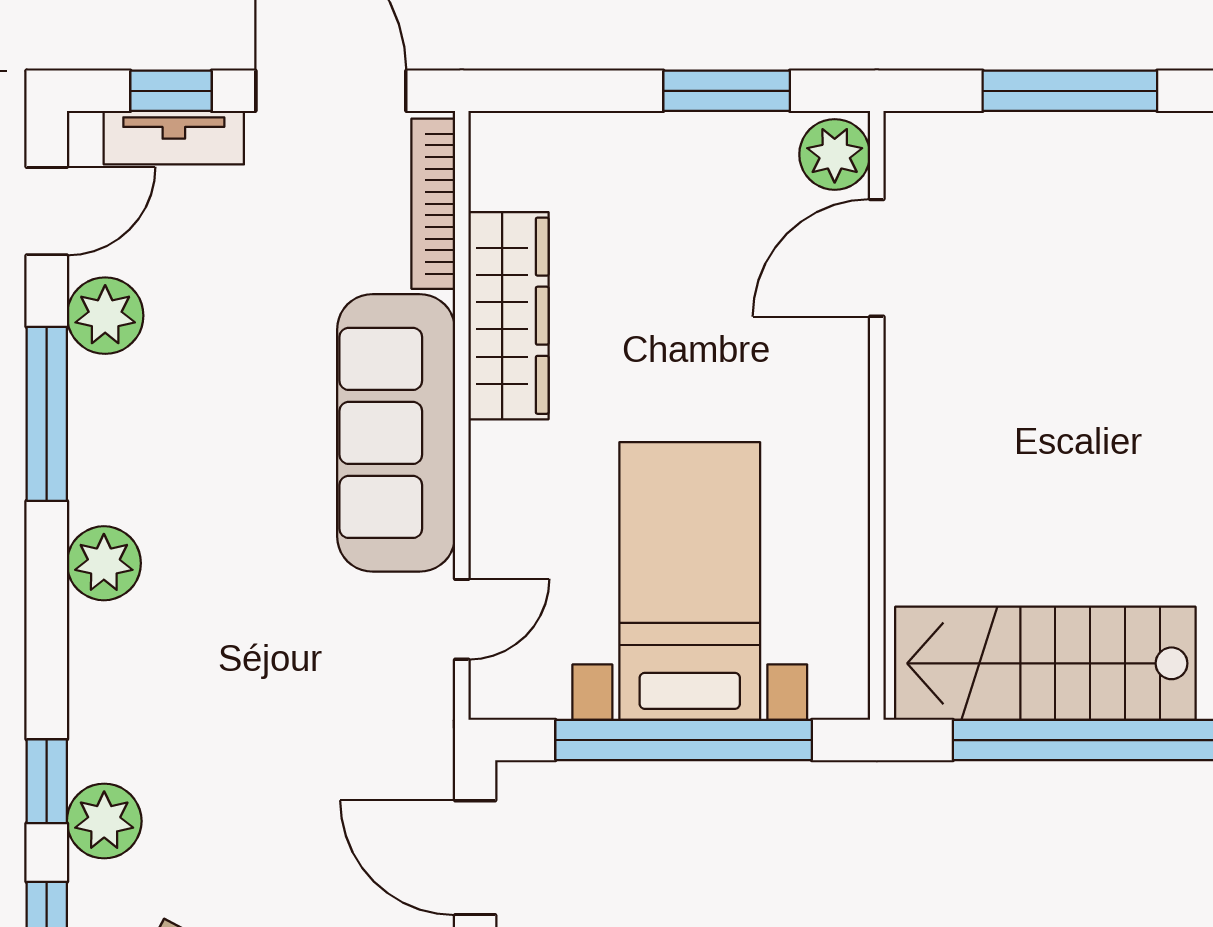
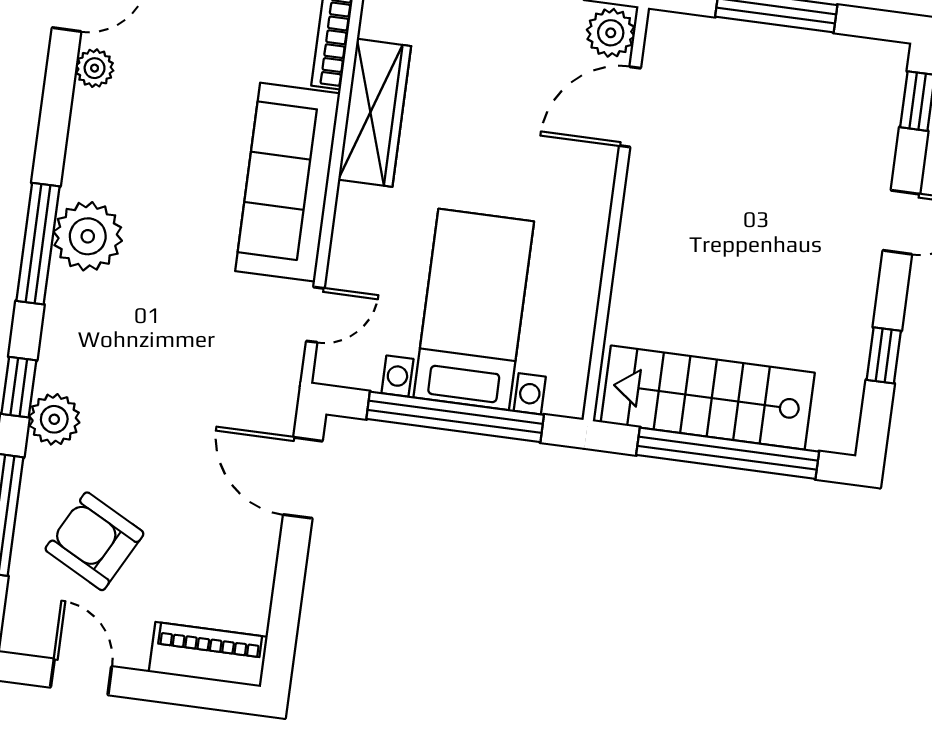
plant: (105, 316) -> (95, 68), width x0.73, depth x0.73
window: (47, 414) -> (38, 244), moved
plant: (104, 563) -> (88, 236), width x1.36, depth x1.36

